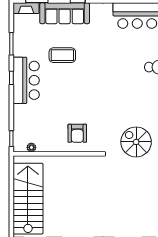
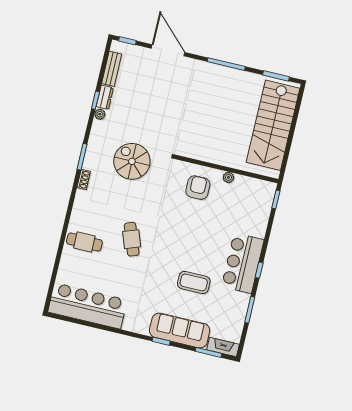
cafe table: (121, 78) -> (132, 239), added
spiral stairs: (136, 142) -> (132, 161), turned 180
plant: (31, 147) -> (228, 177), moved

